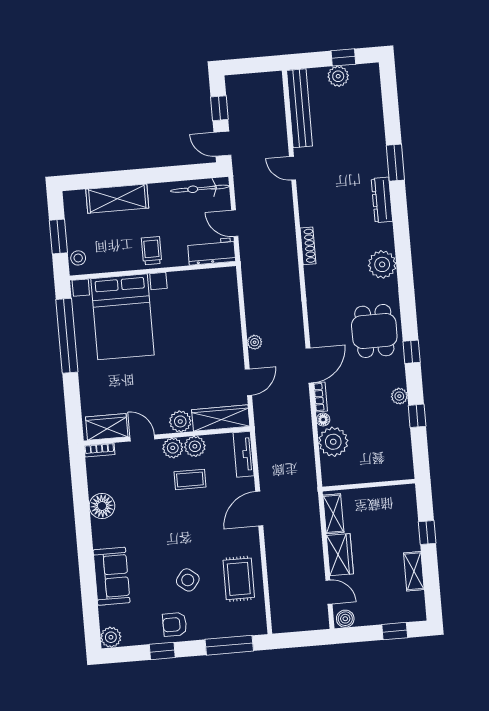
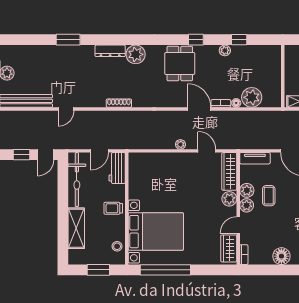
bicycle: (200, 189) -> (77, 180), width x1.37, depth x1.40
dresser: (382, 200) -> (110, 51), moved
stool: (78, 258) -> (117, 246), moved
dining table: (374, 331) -> (180, 64), turned 90

